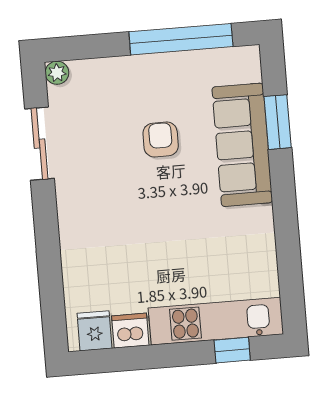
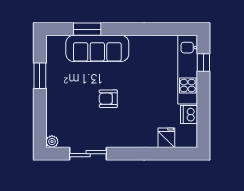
window: (181, 39) -> (40, 76), width x0.47
armchair: (161, 140) -> (108, 99), moved
fridge: (95, 331) -> (166, 138), moved, turned 90

